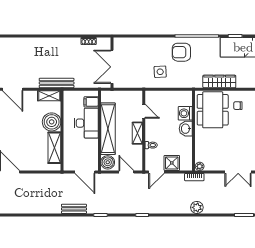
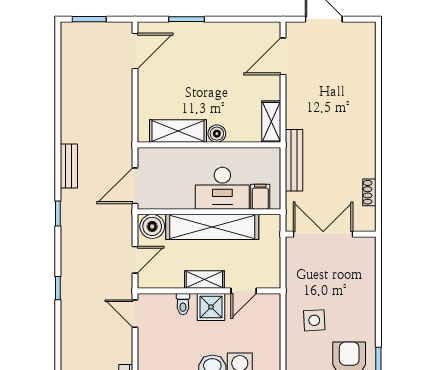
bench: (57, 83) -> (294, 160), moved
boiler: (52, 122) -> (217, 134), width x0.54, depth x0.54
shower: (172, 163) -> (211, 307), moved

